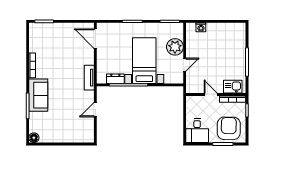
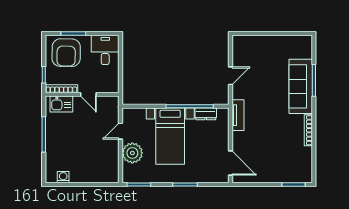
washing machine: (201, 27) -> (63, 177), moved
sofa: (38, 95) -> (301, 86), width x1.36
floor lamp: (34, 138) -> (306, 41), removed

